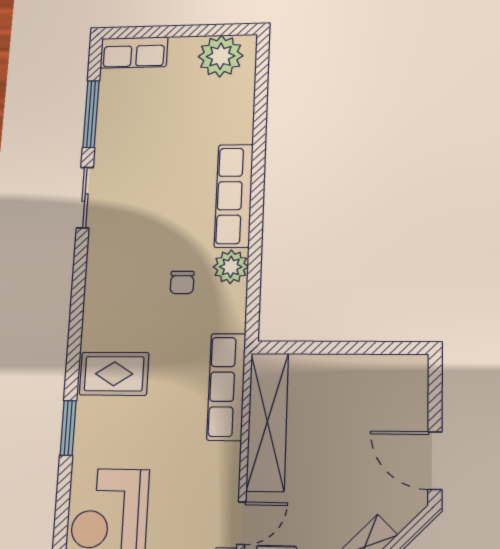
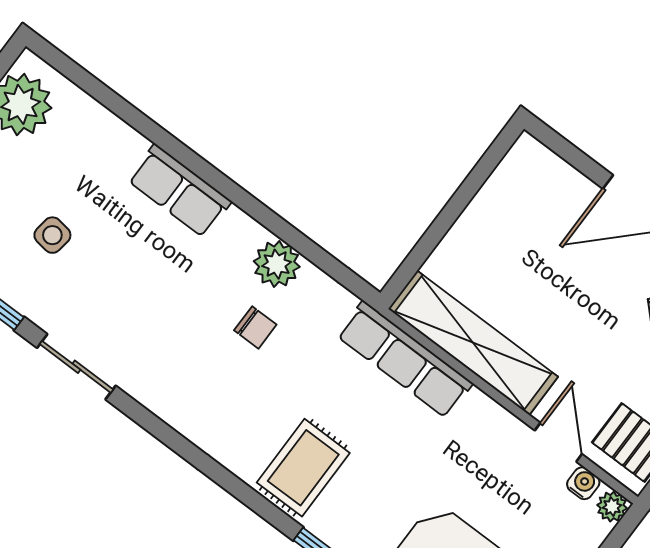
side table: (155, 128) -> (52, 235), added
row of seats: (234, 196) -> (179, 191), width x0.68

